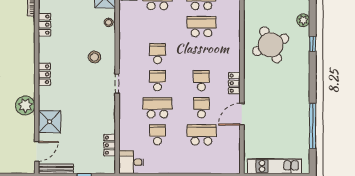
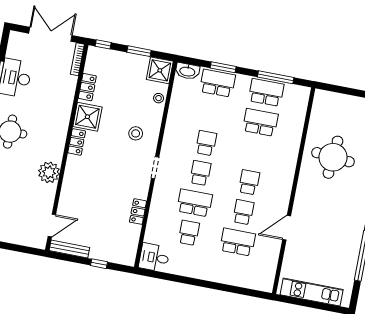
round table: (271, 45) -> (333, 157), turned 30
locker: (234, 83) -> (285, 192), removed
shower: (50, 122) -> (87, 117), moved
locker: (110, 145) -> (138, 212), moved

